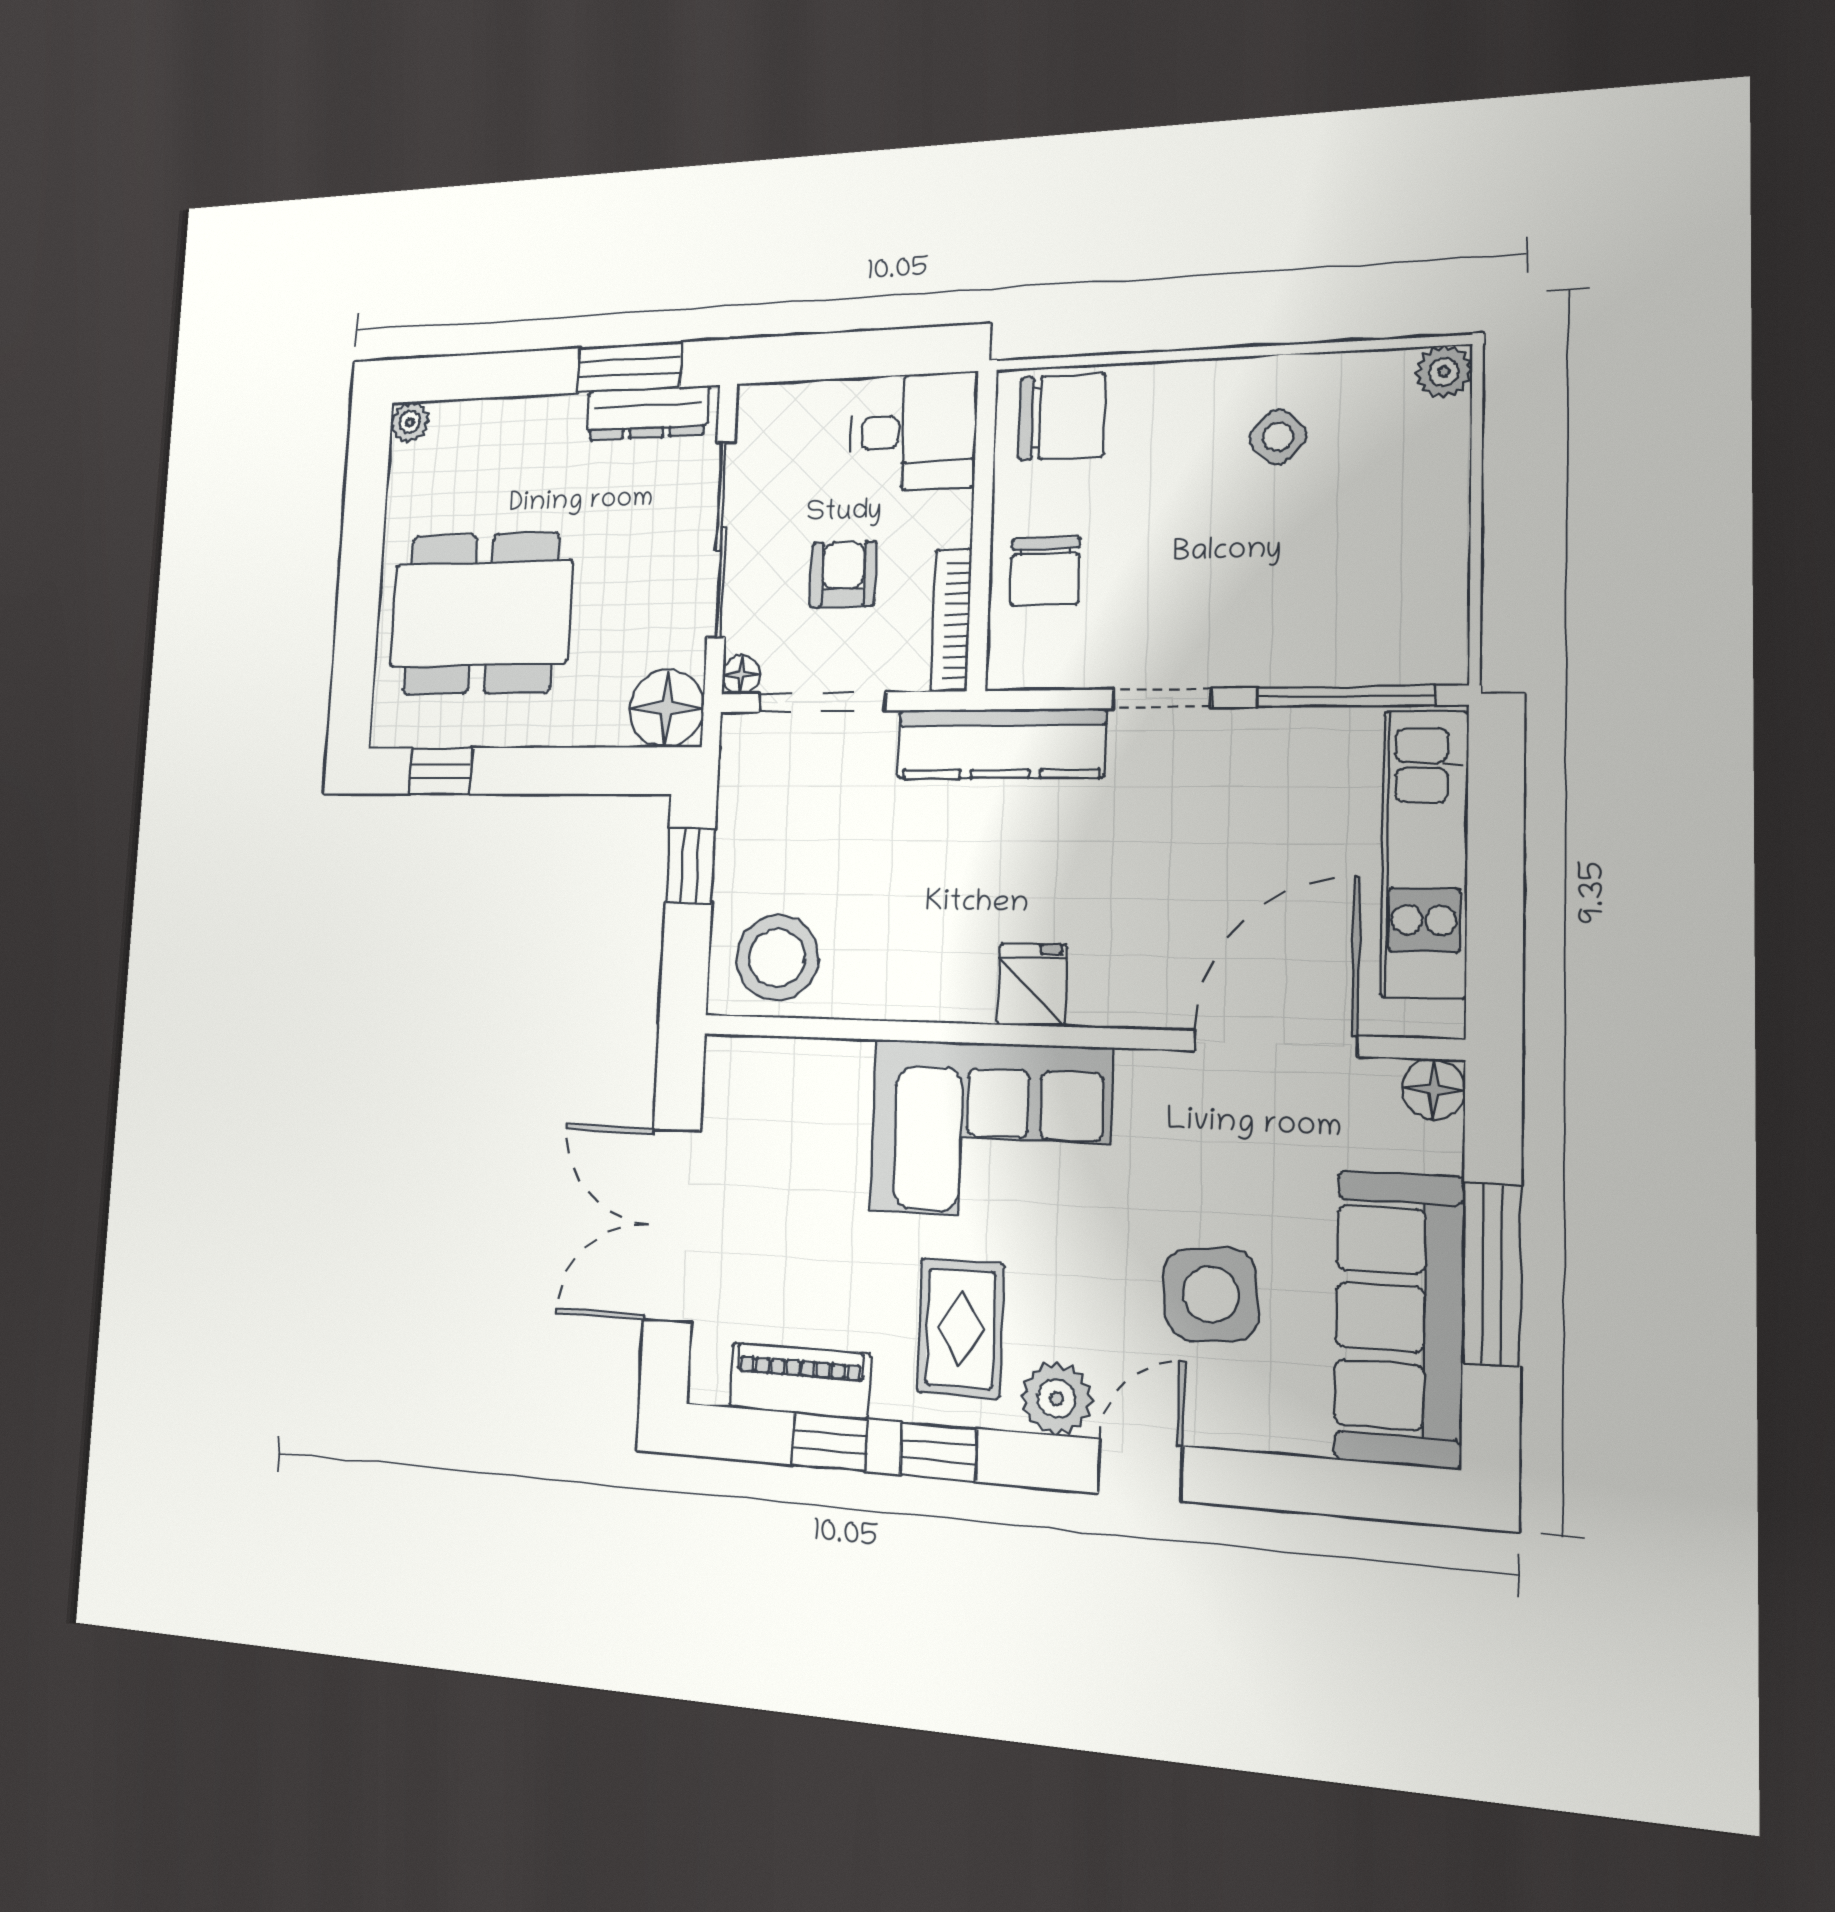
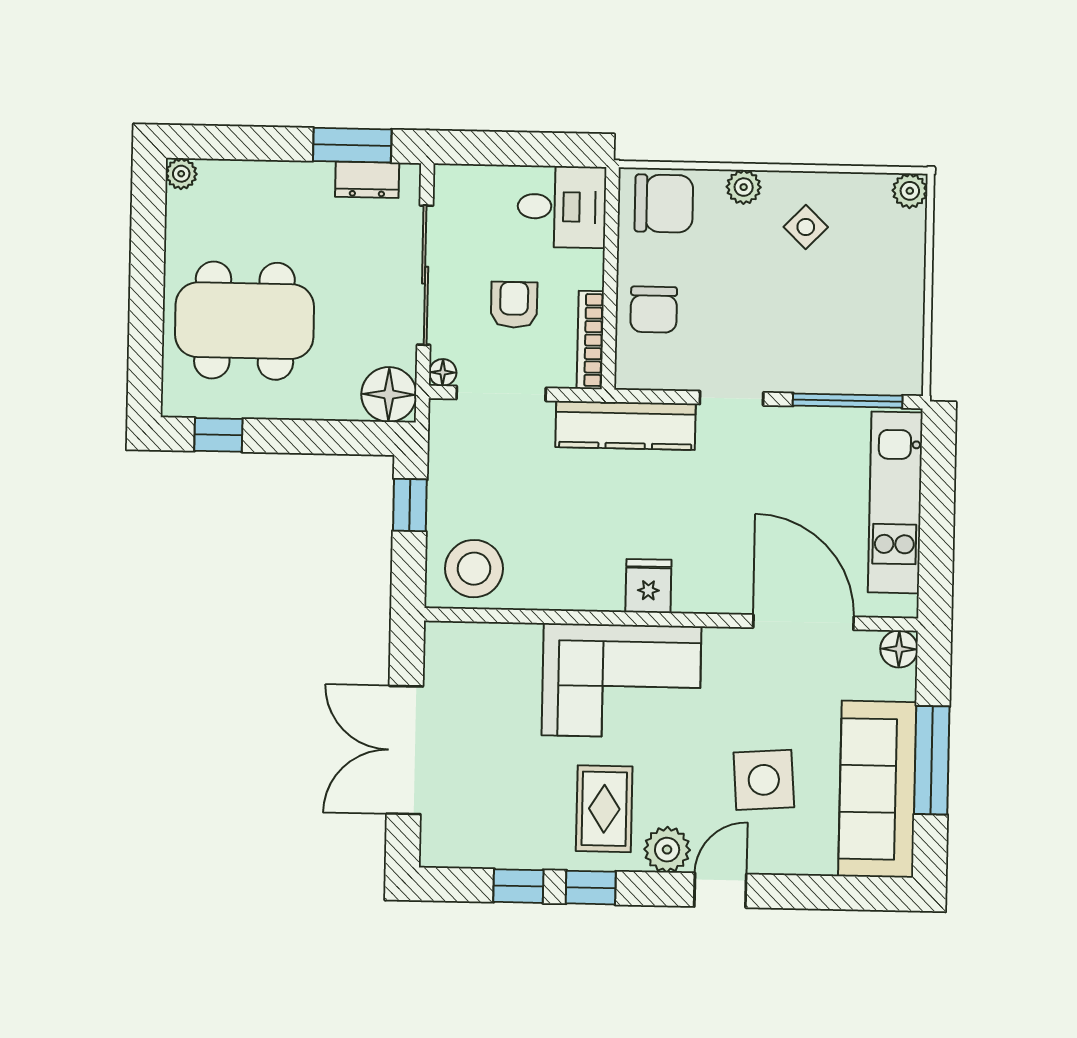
plant: (1182, 385) -> (744, 187), added
dresser: (647, 413) -> (367, 180), width x0.70
door: (1275, 1043) -> (803, 622), hinge flipped
piano: (800, 1381) -> (497, 848), removed

